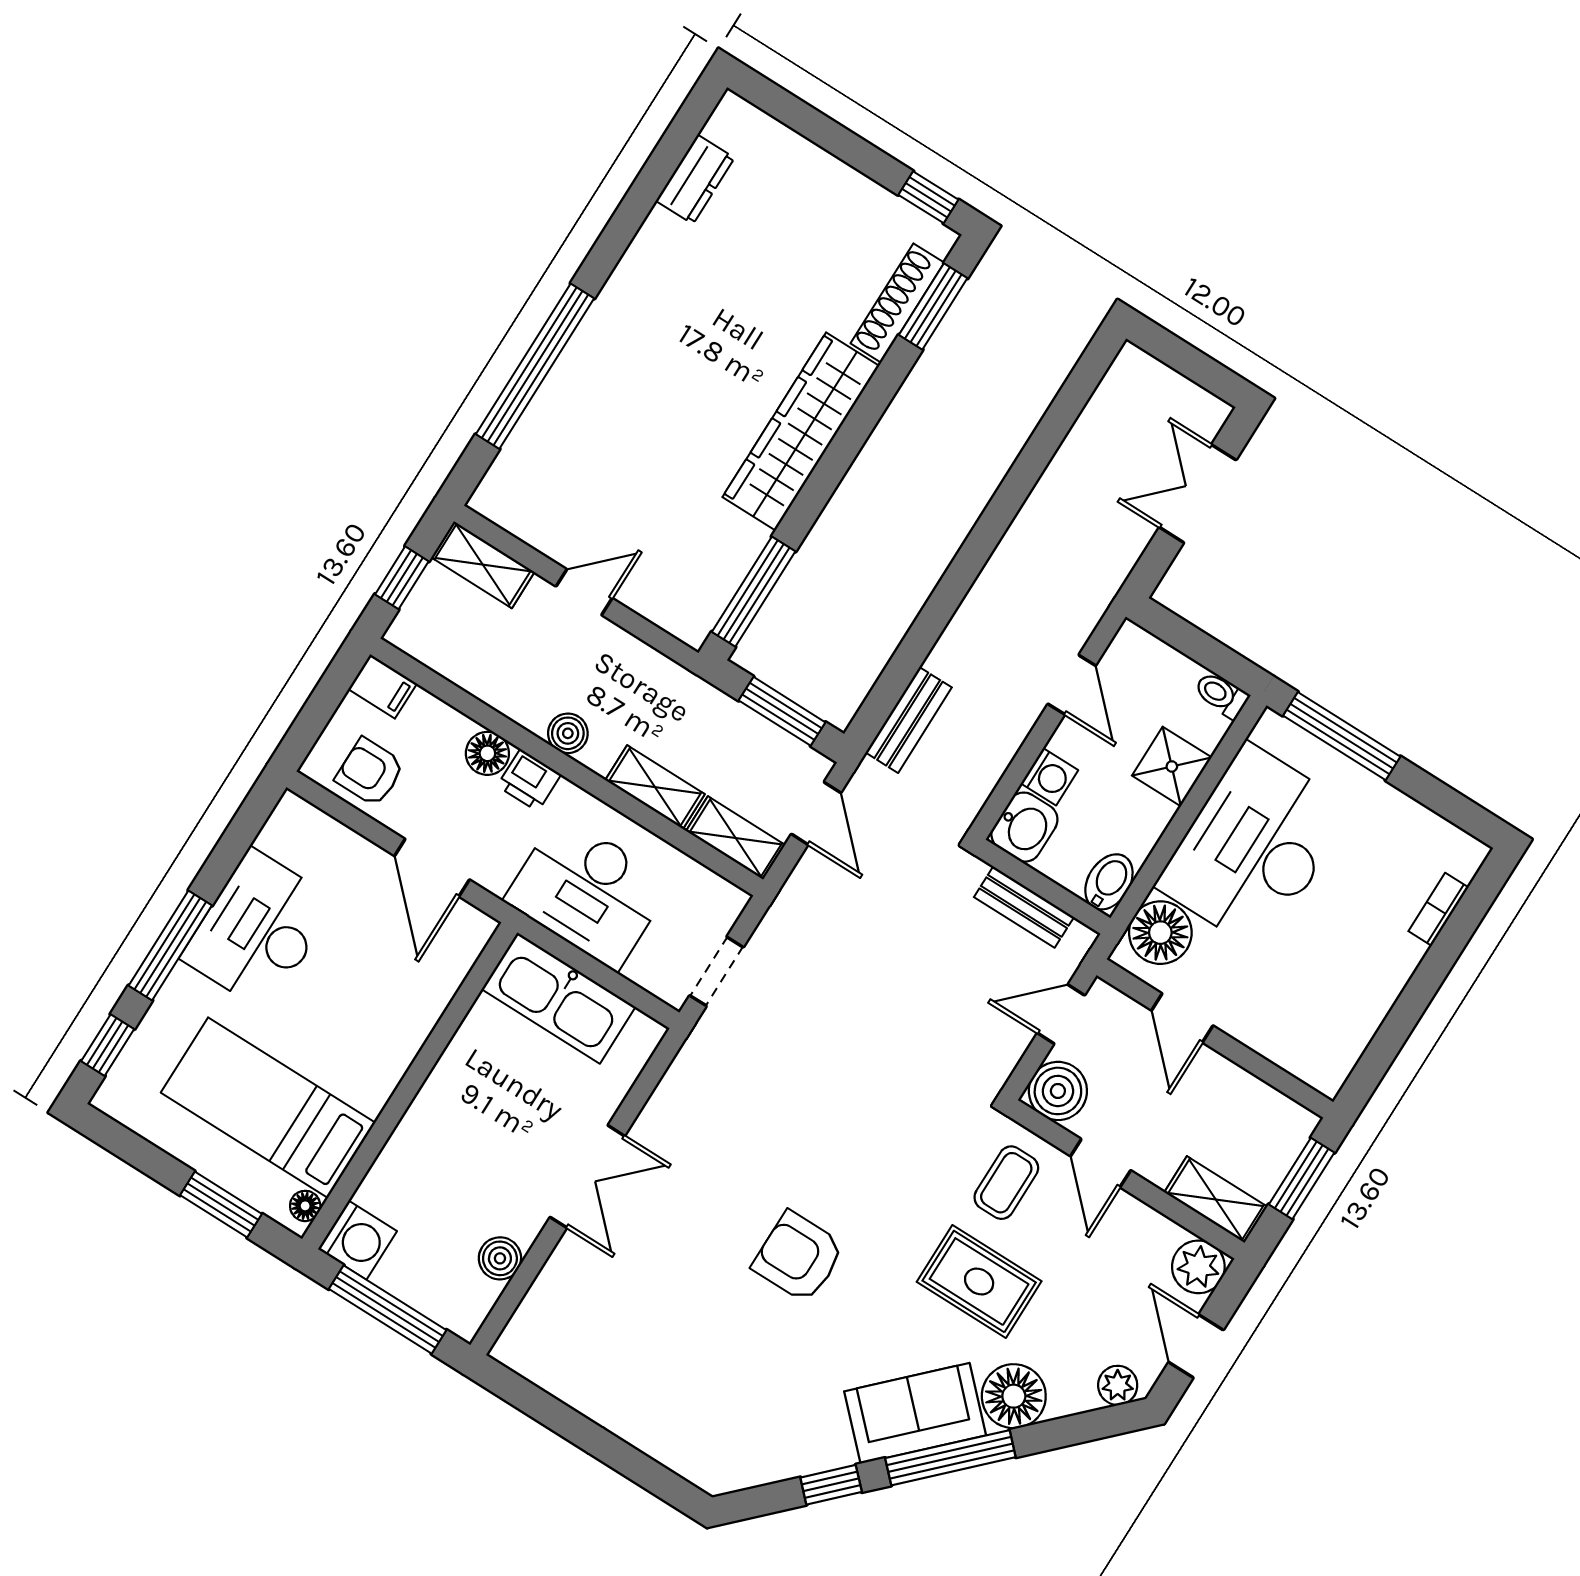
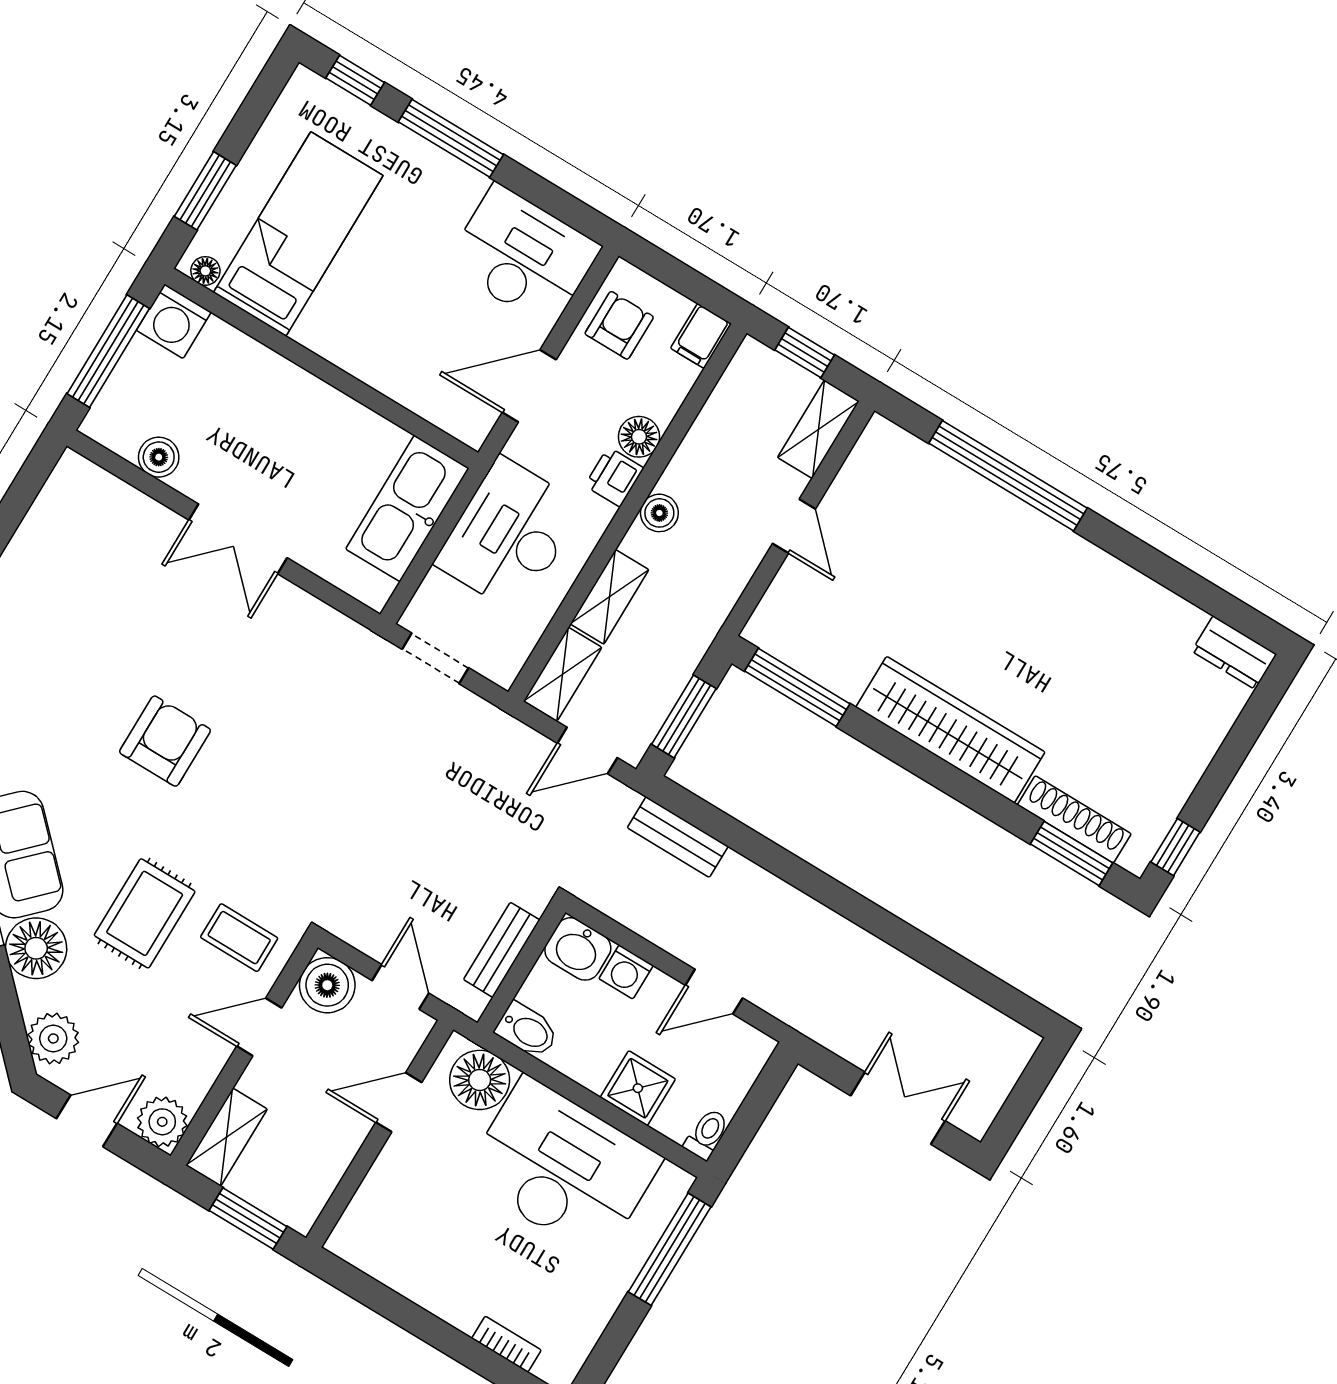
dresser: (695, 179) -> (1234, 653), moved
desk: (259, 930) -> (523, 256), moved
plant: (1118, 1385) -> (53, 1038), width x1.38, depth x1.38

